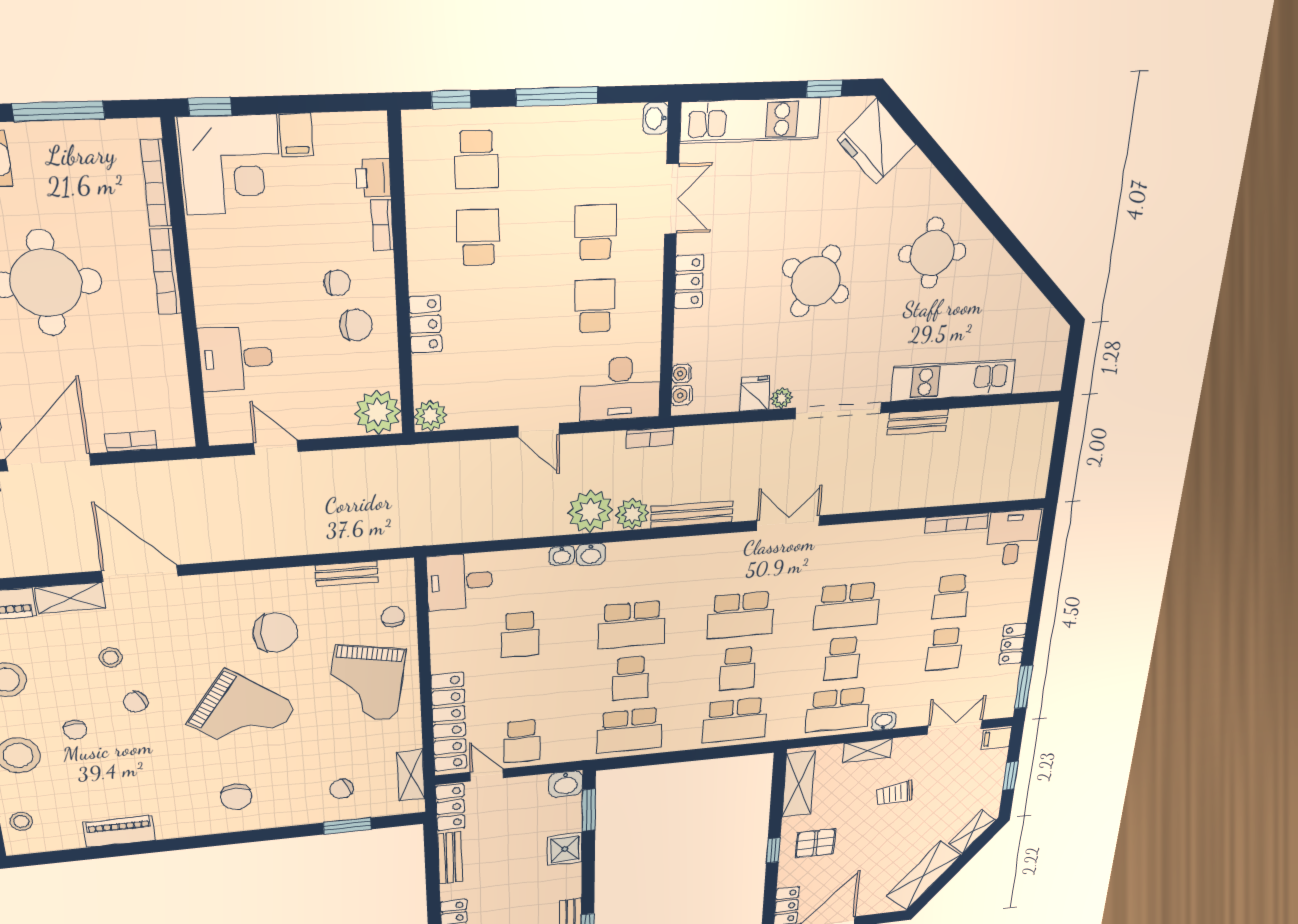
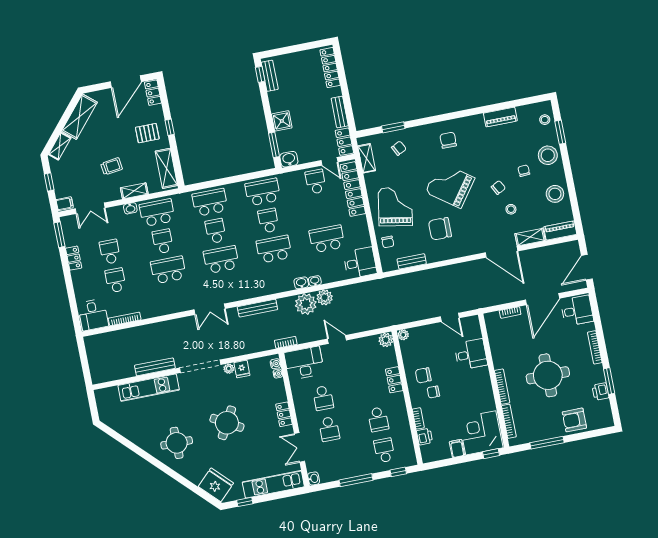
plant: (378, 412) -> (403, 335), width x0.53, depth x0.53
bench: (918, 422) -> (155, 367), width x1.36
plant: (632, 514) -> (325, 297), moved
school desk: (520, 634) -> (327, 239), width x1.85

